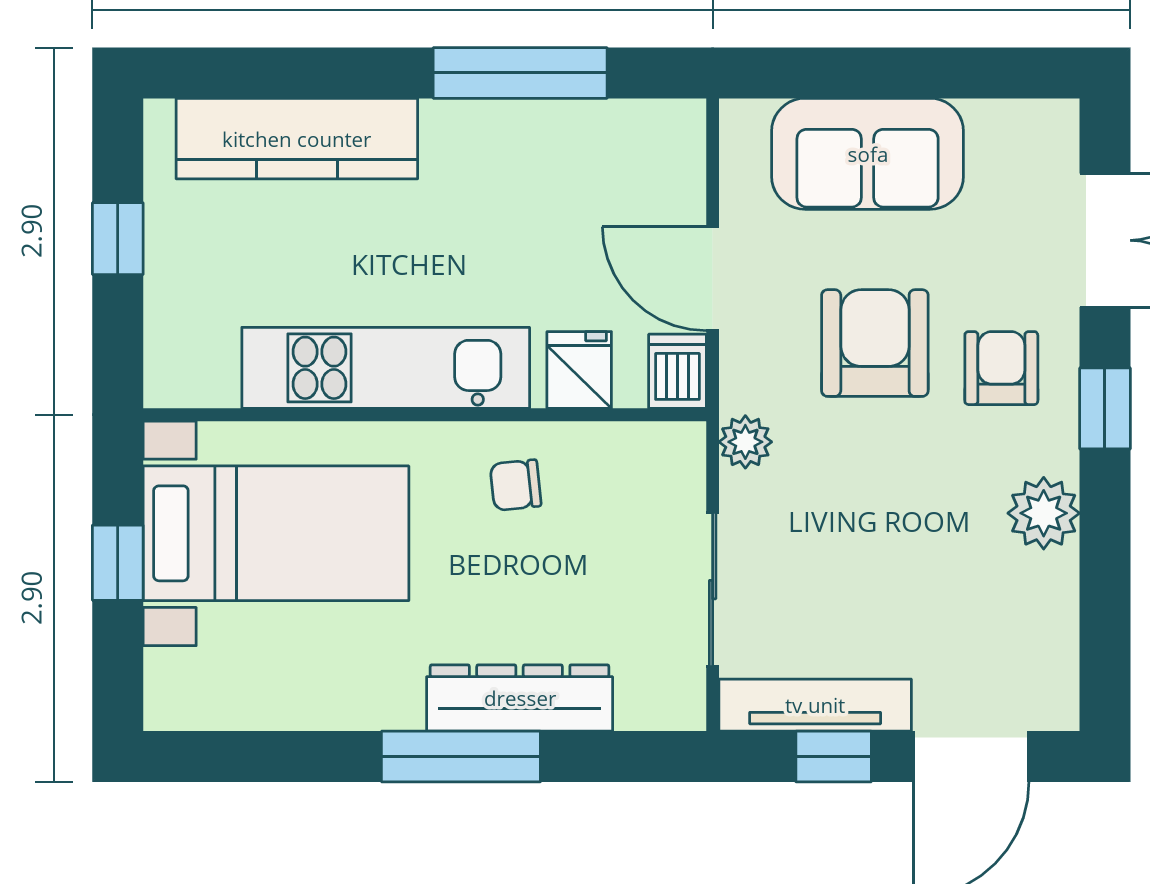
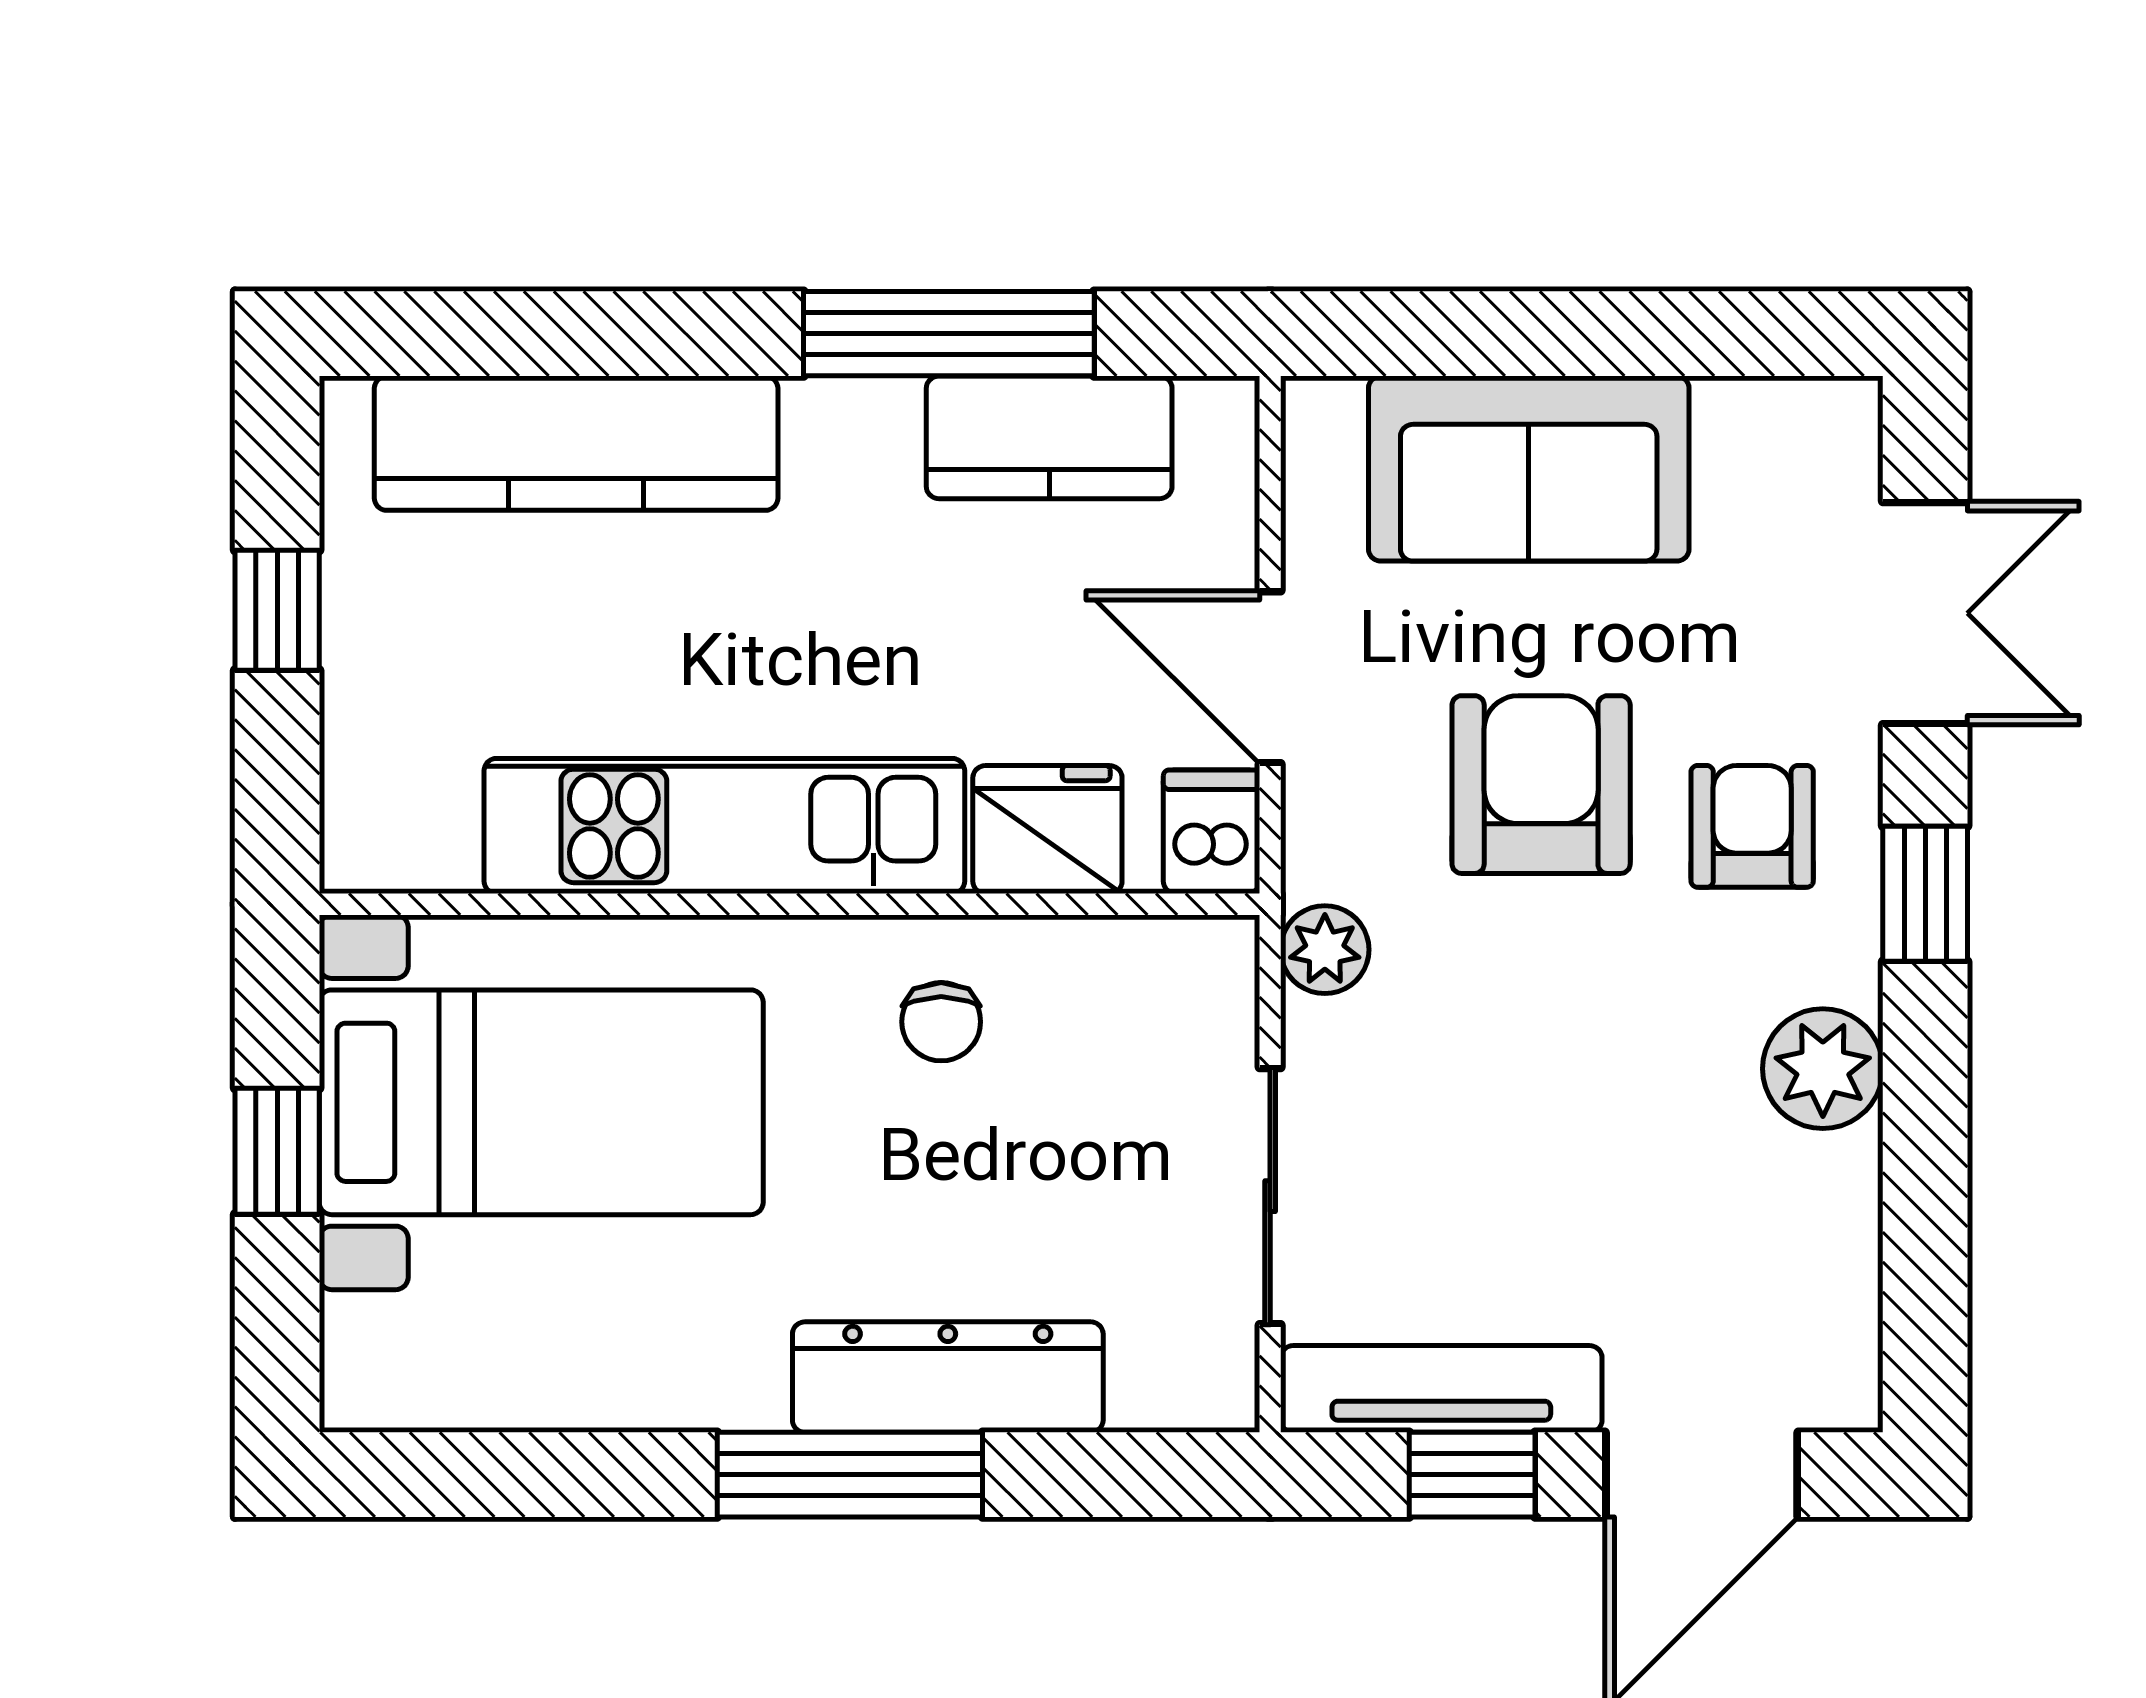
kitchen counter: (580, 135) -> (1049, 437), added
fridge: (579, 370) -> (1047, 830), width x1.38
chair: (516, 485) -> (941, 1022), turned -84

